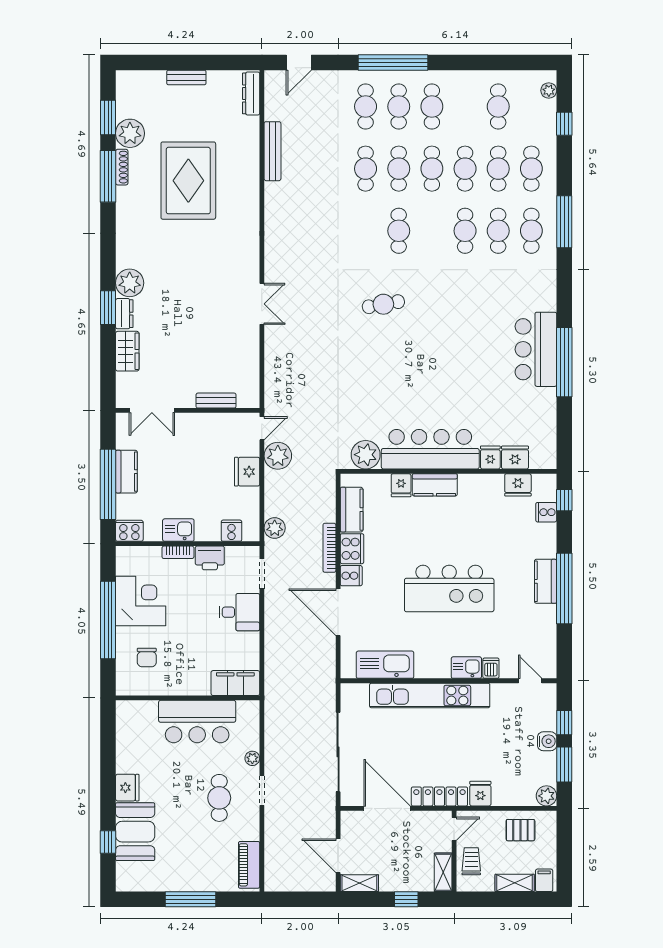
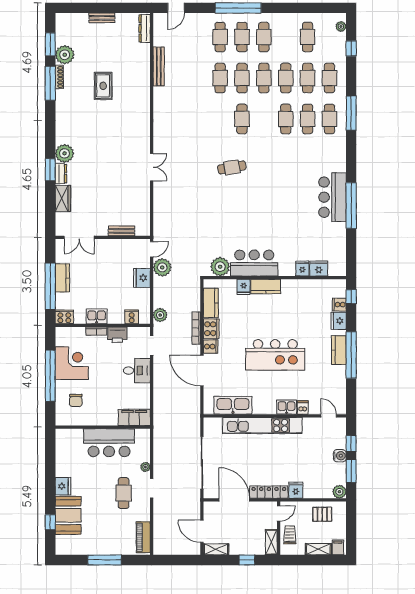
rug: (188, 181) -> (103, 86), width x0.54, depth x0.49
bar counter: (430, 449) -> (254, 263), width x0.73
fridge: (518, 485) -> (339, 321), moved, turned 90

